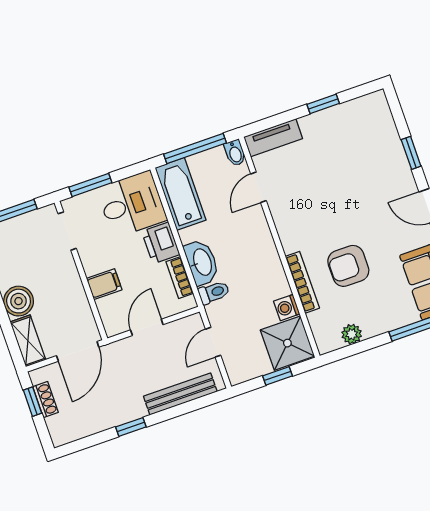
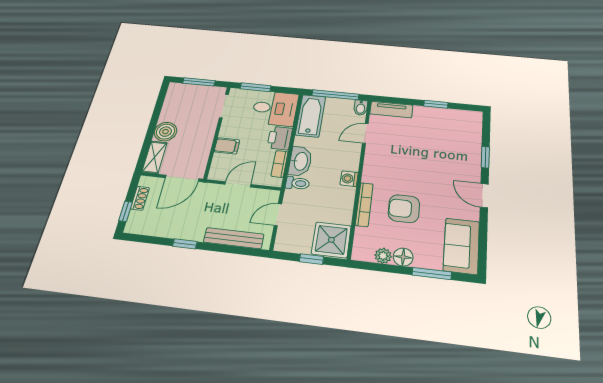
washing machine: (287, 308) -> (349, 179), moved
floor lamp: (373, 325) -> (403, 257), added
window: (33, 402) -> (126, 211), moved

